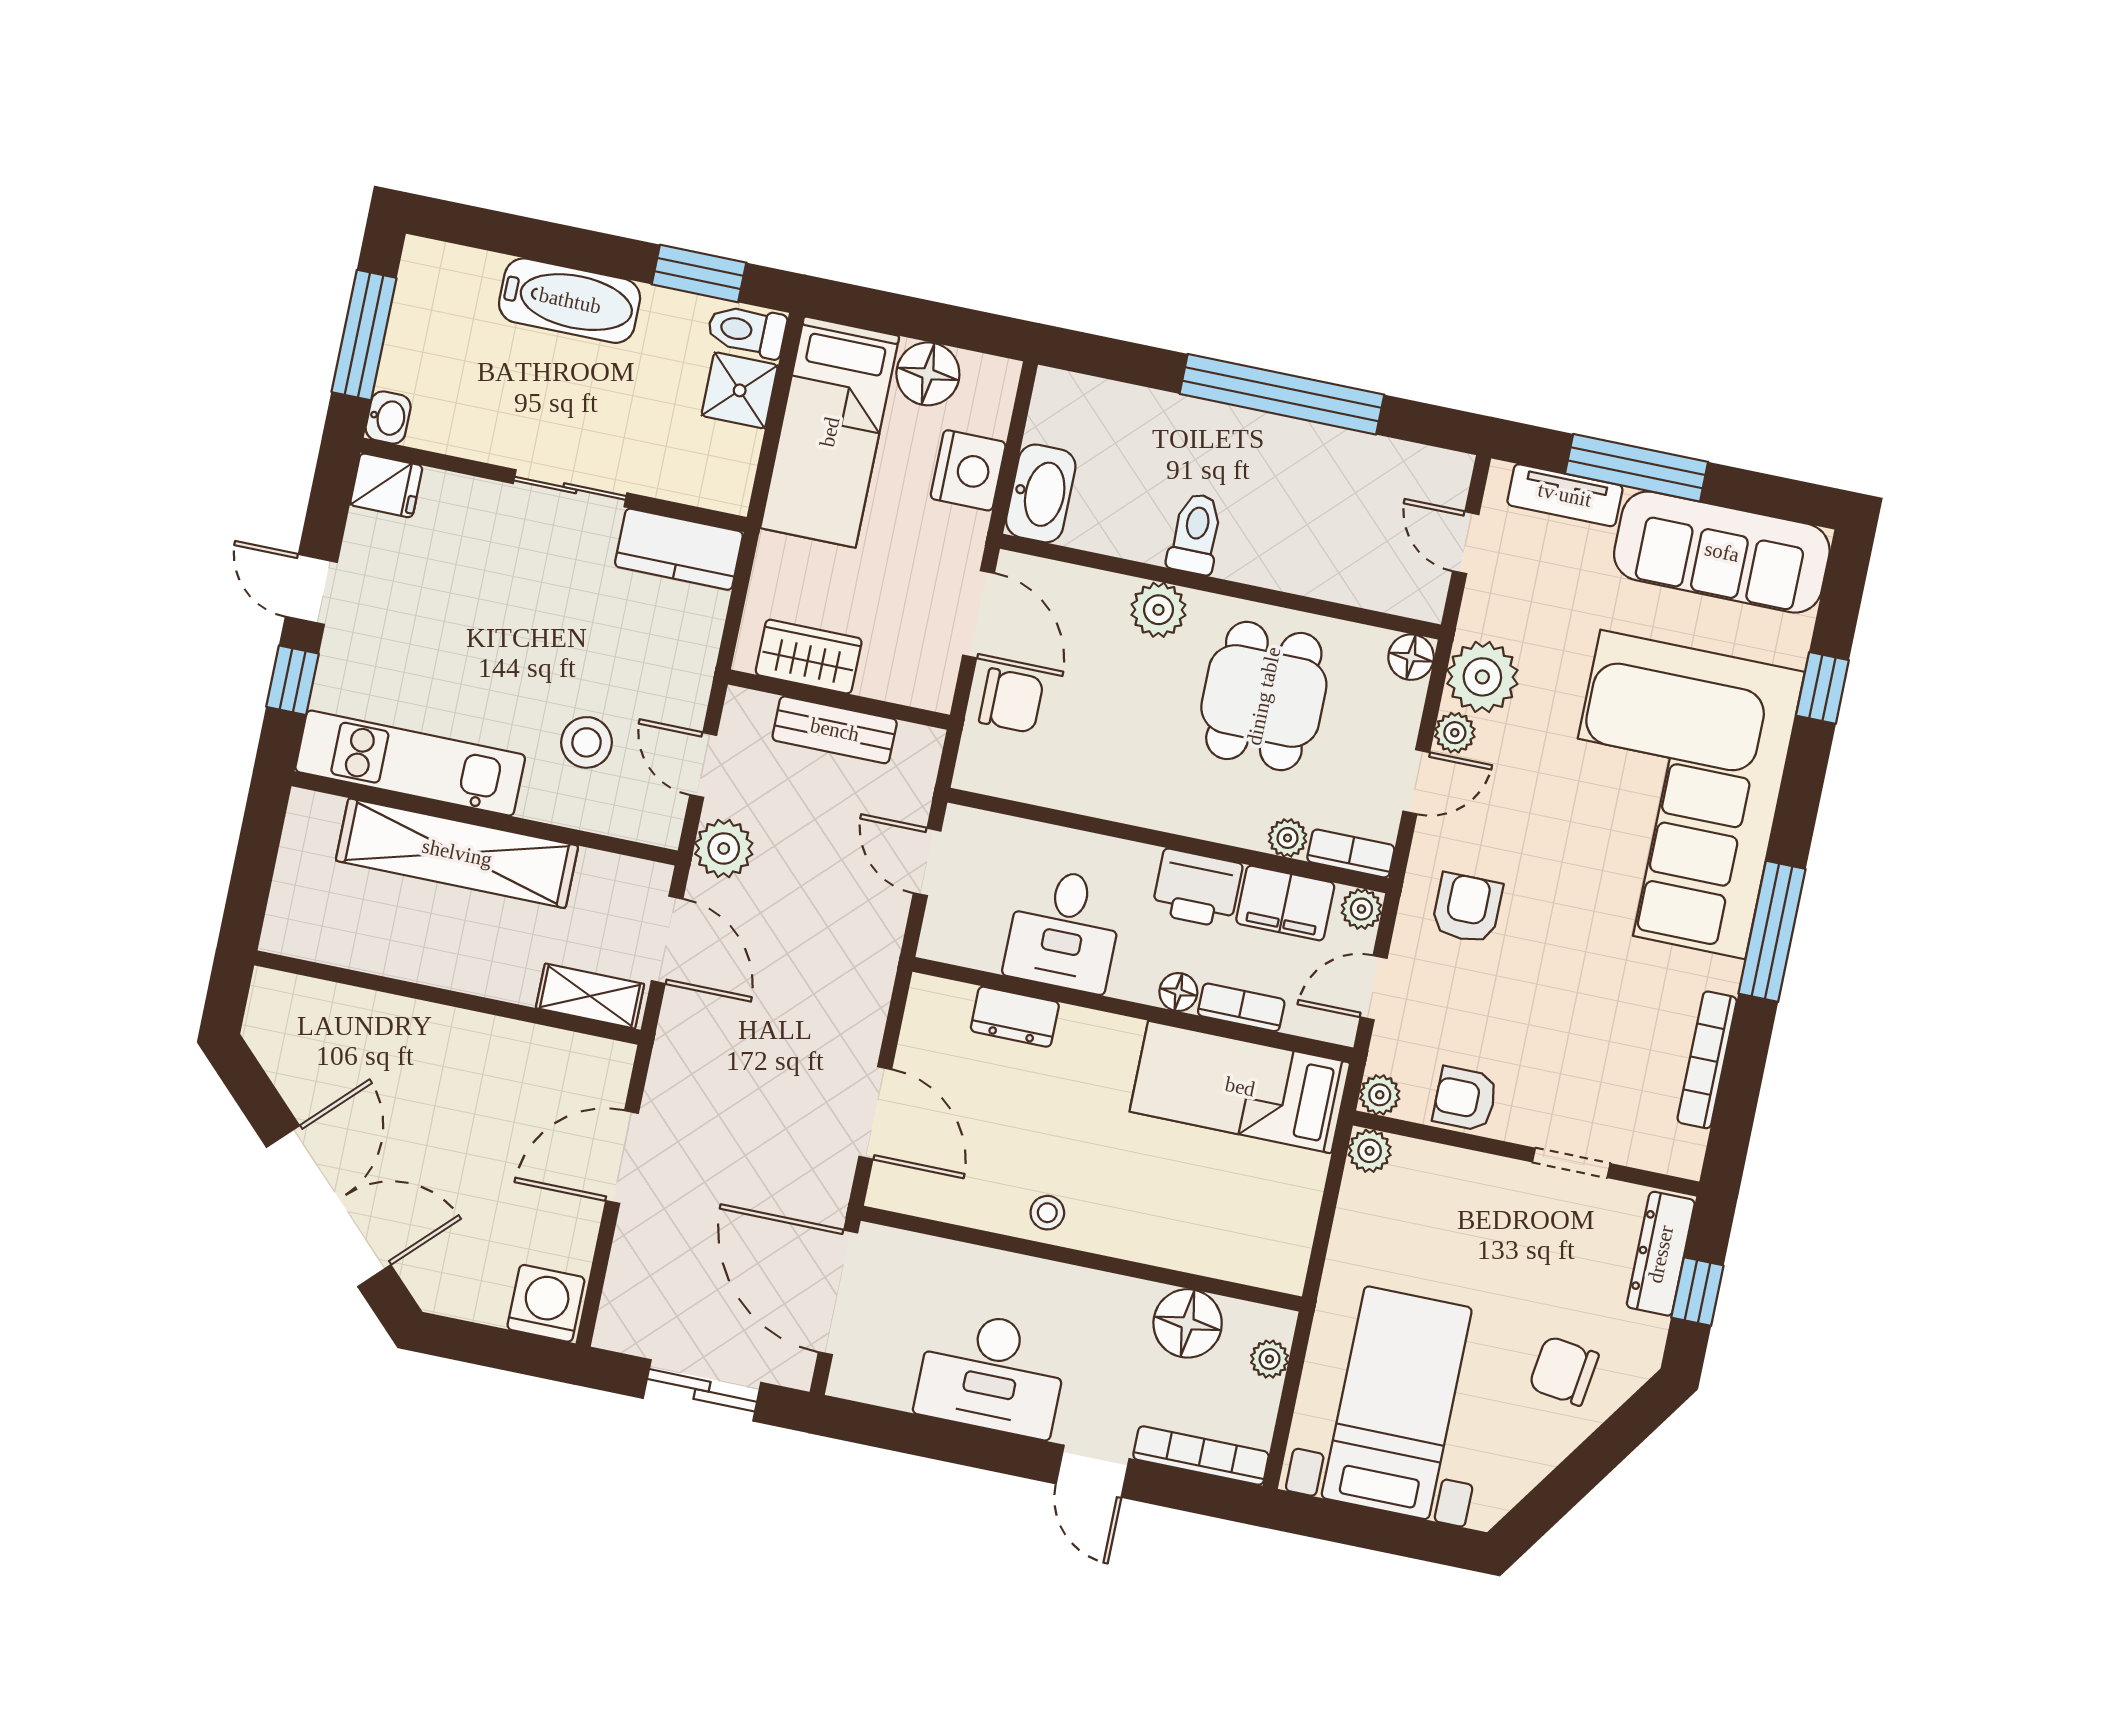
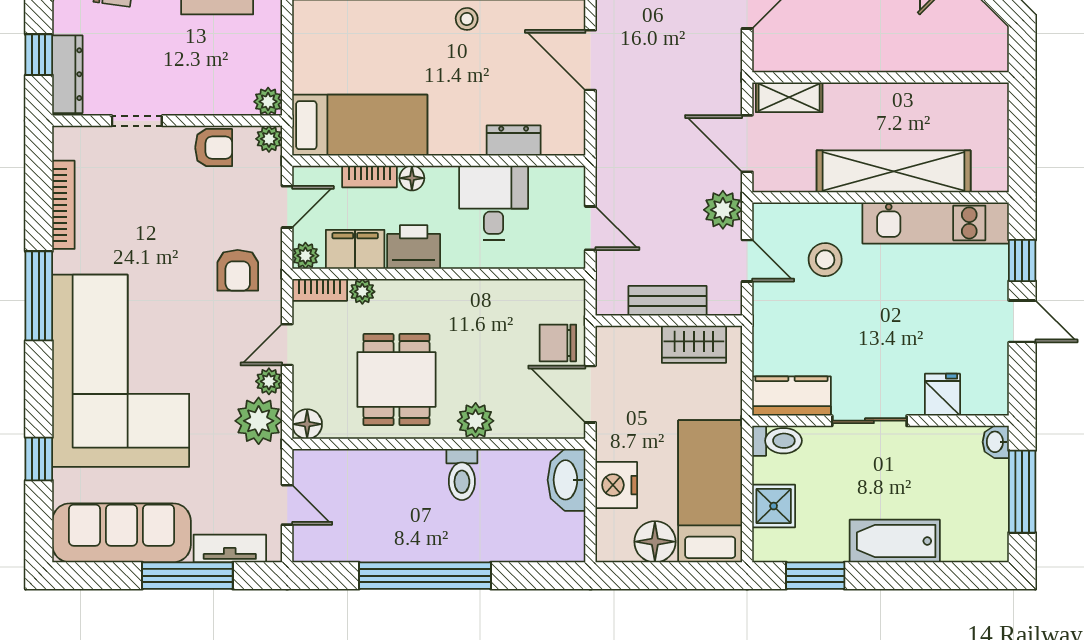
toilet: (747, 331) -> (777, 441), moved
fridge: (386, 485) -> (942, 395), moved, turned 90

